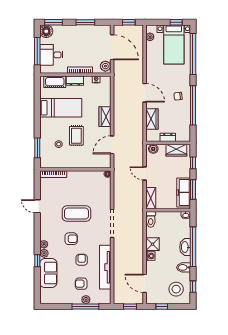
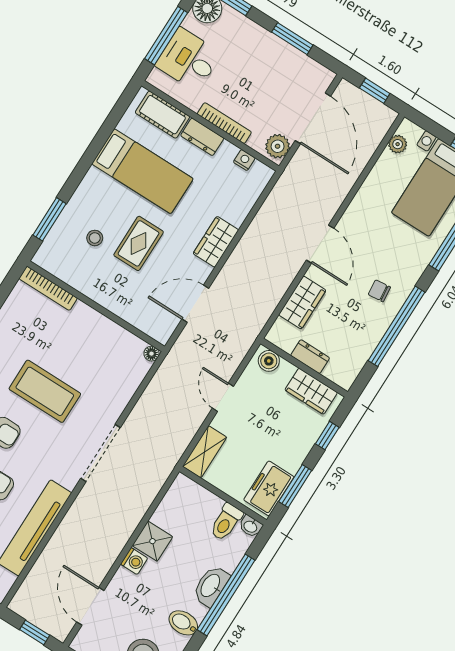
freezer: (184, 192) -> (269, 488), width x0.71
toilet: (151, 219) -> (226, 522), moved

